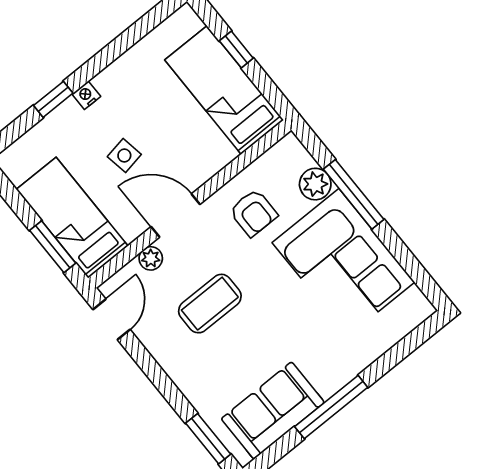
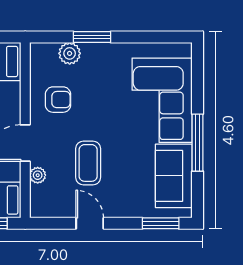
window: (354, 194) -> (92, 37), width x0.69
corner sofa: (343, 262) -> (162, 100), moved, turned 90
door: (112, 319) -> (90, 223), moved

